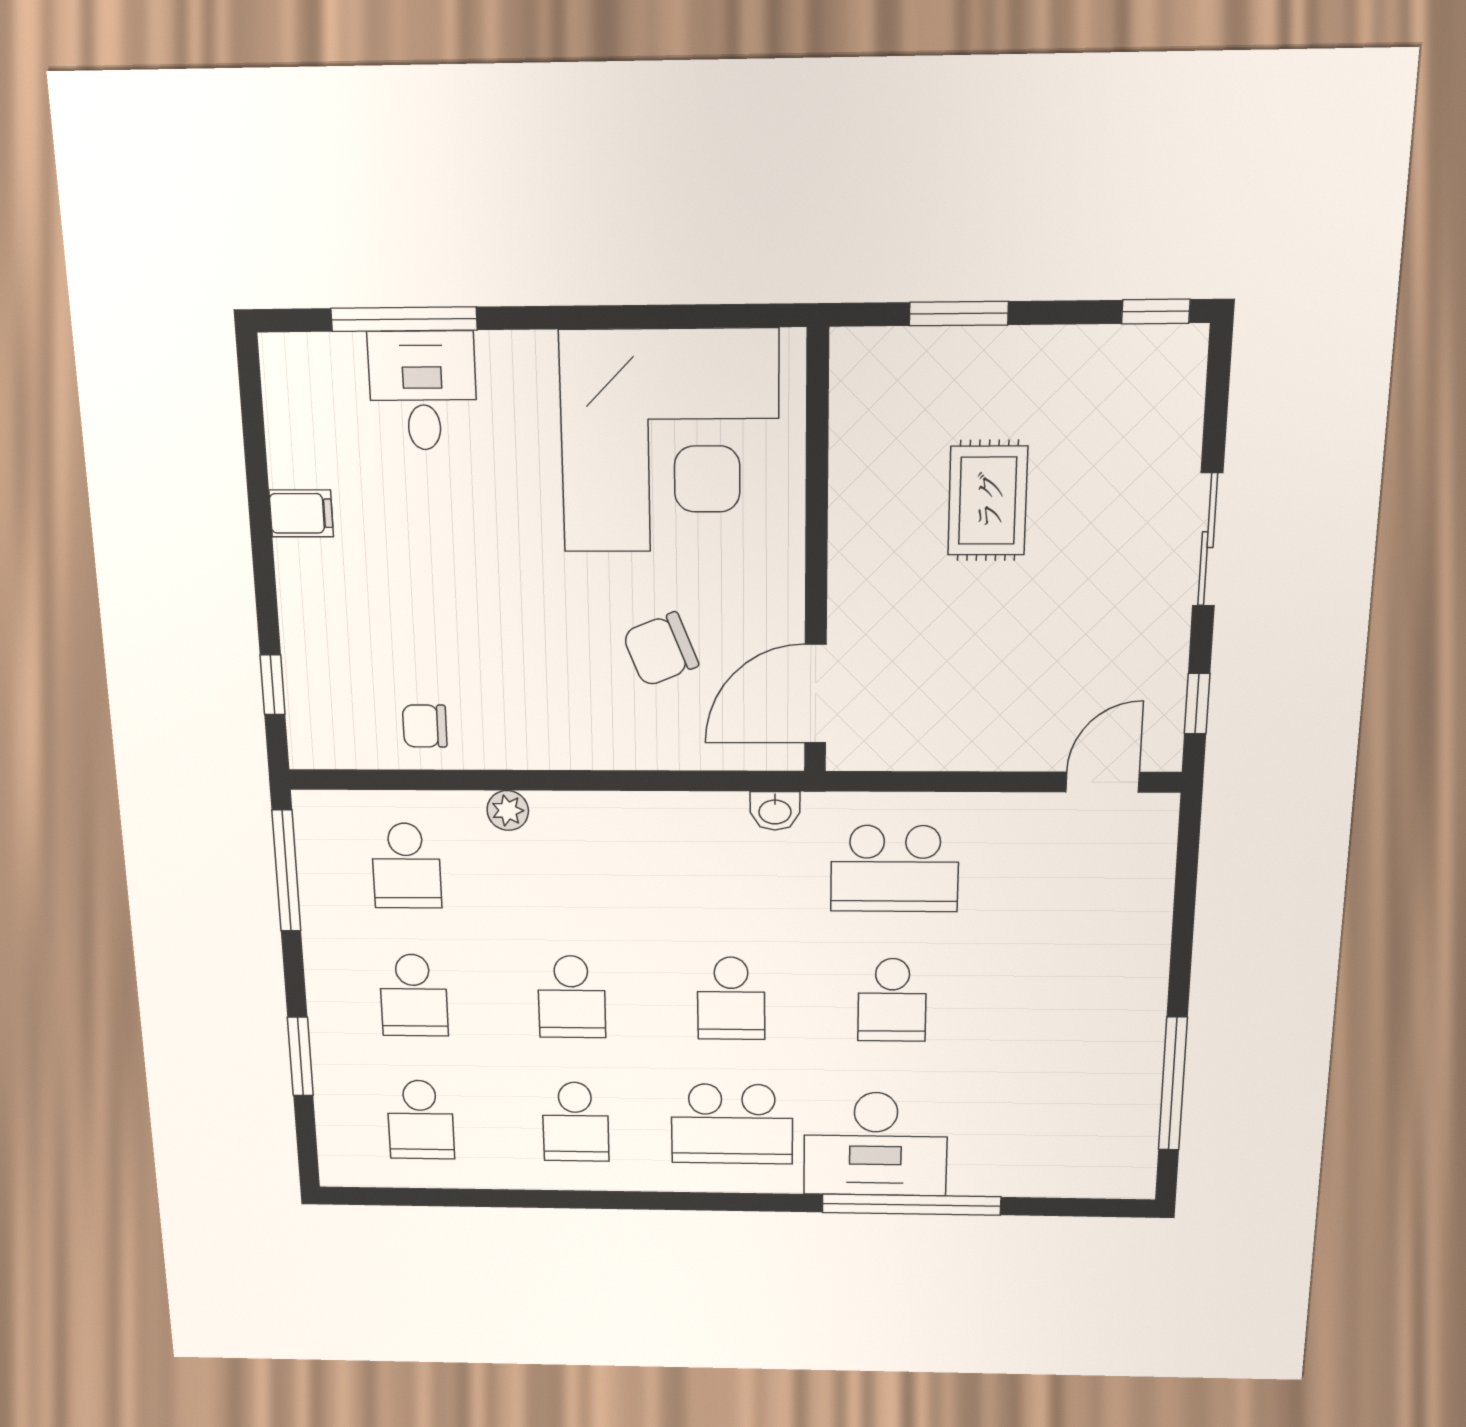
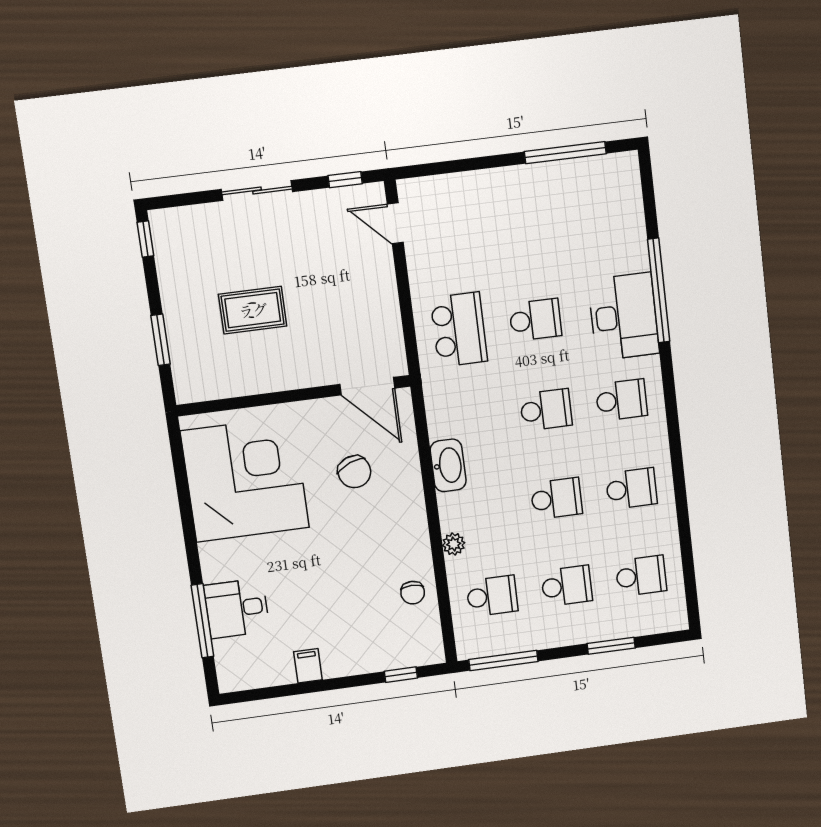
washbasin: (775, 811) -> (448, 465), moved, width x1.91, depth x1.45
school desk: (732, 1124) -> (621, 400), width x0.54

